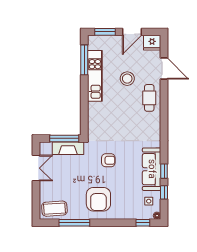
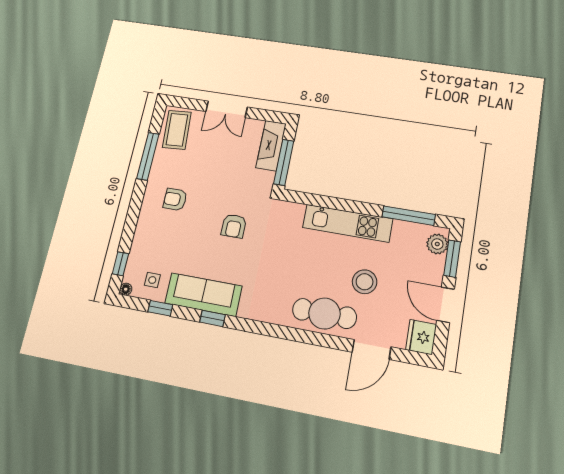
plant: (98, 41) -> (437, 244), added
kitchen unit: (95, 76) -> (348, 223), moved
cafe table: (149, 98) -> (324, 313), width x1.37, depth x1.35
fireplace: (68, 148) -> (271, 146), moved
double door: (36, 168) -> (227, 109), moved
window: (164, 171) -> (212, 318), moved
armchair: (98, 199) -> (175, 199), width x0.53, depth x0.53

